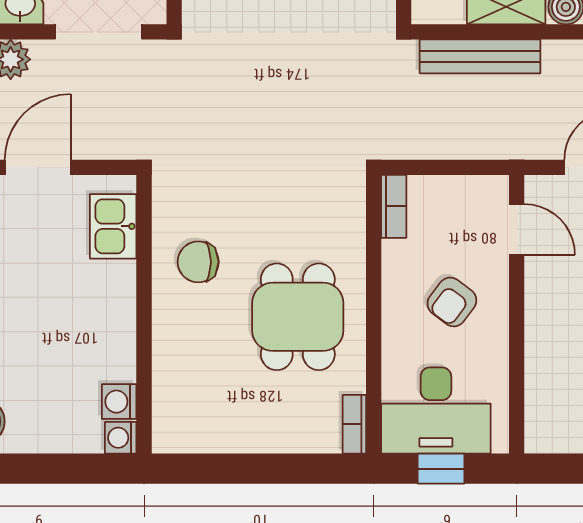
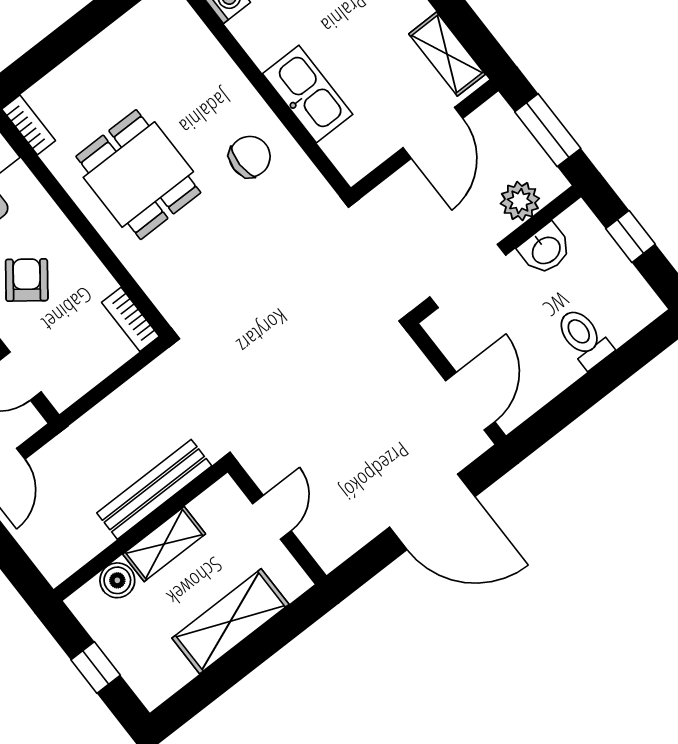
kitchen sink: (113, 226) -> (308, 94), moved, width x1.38

